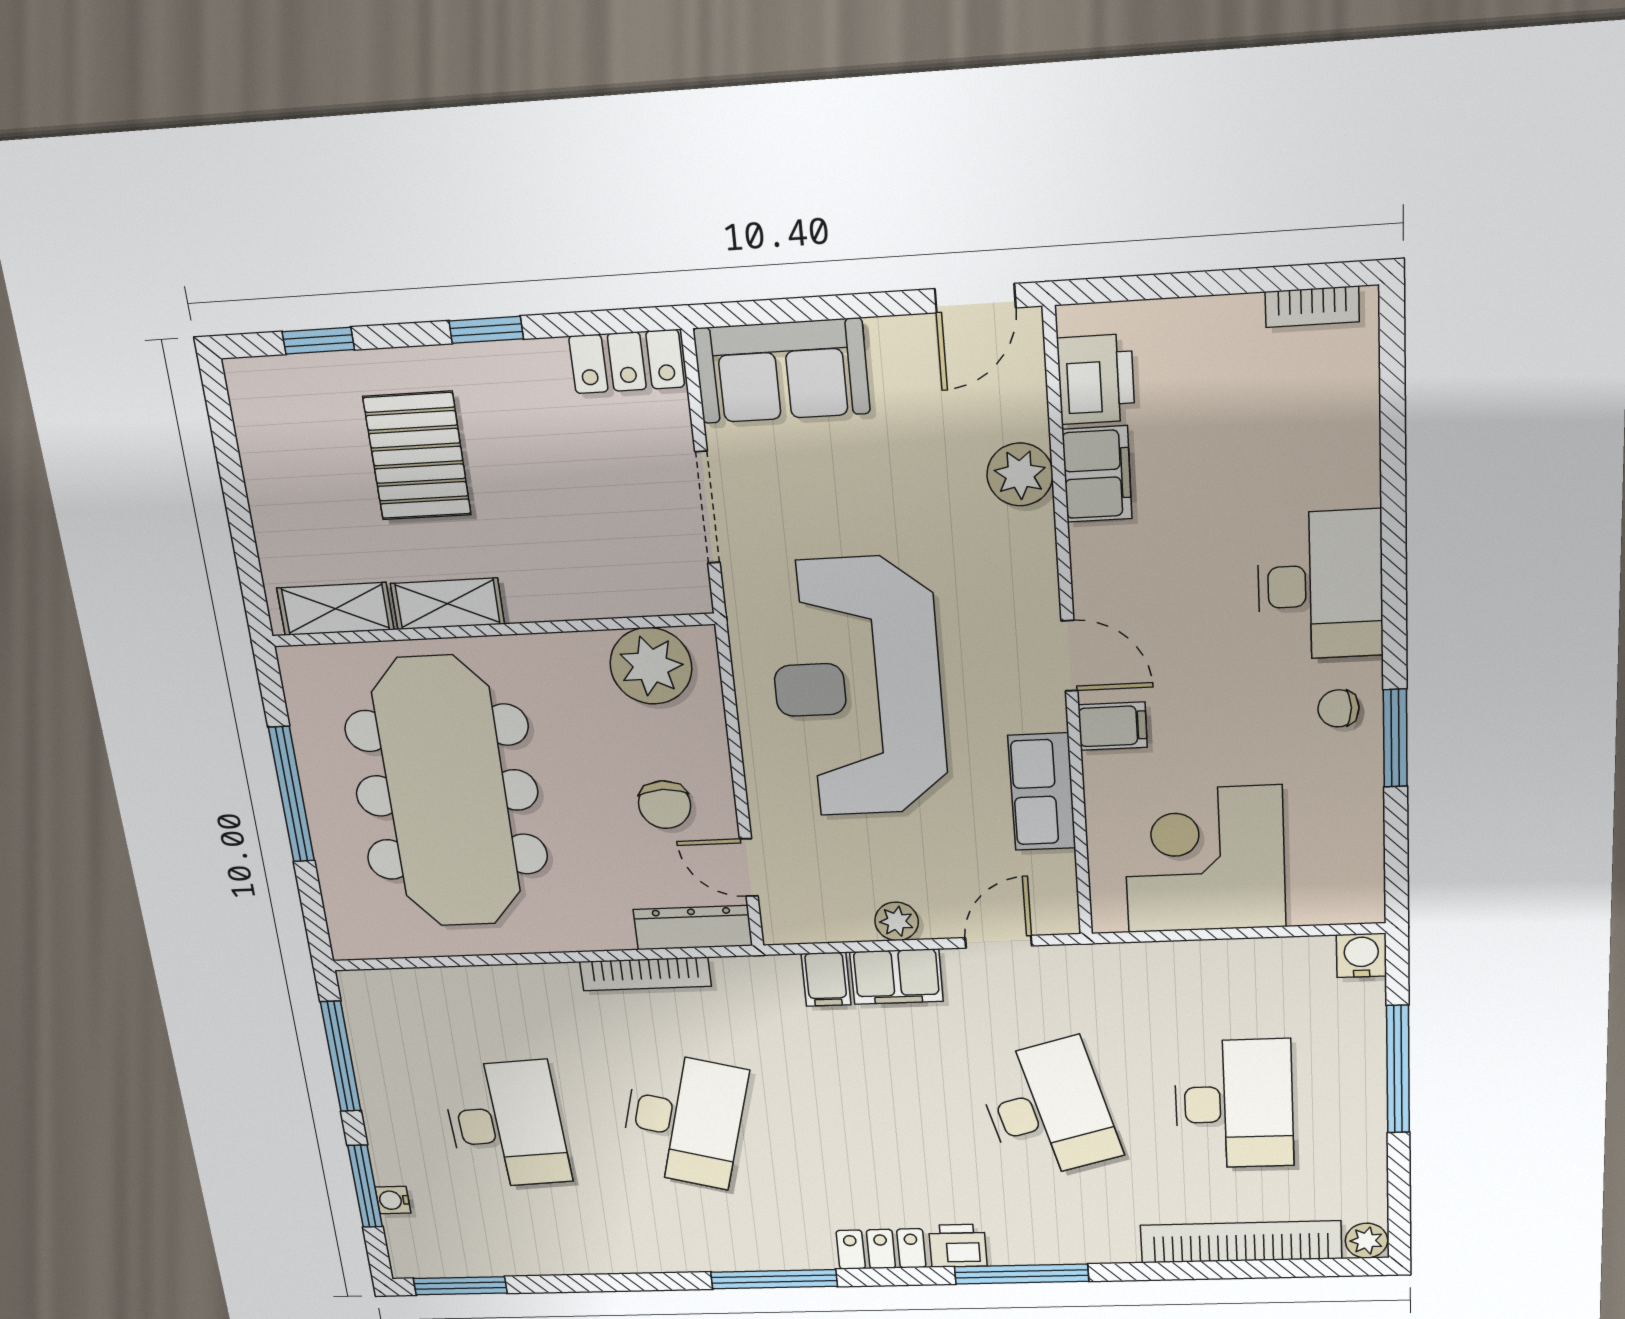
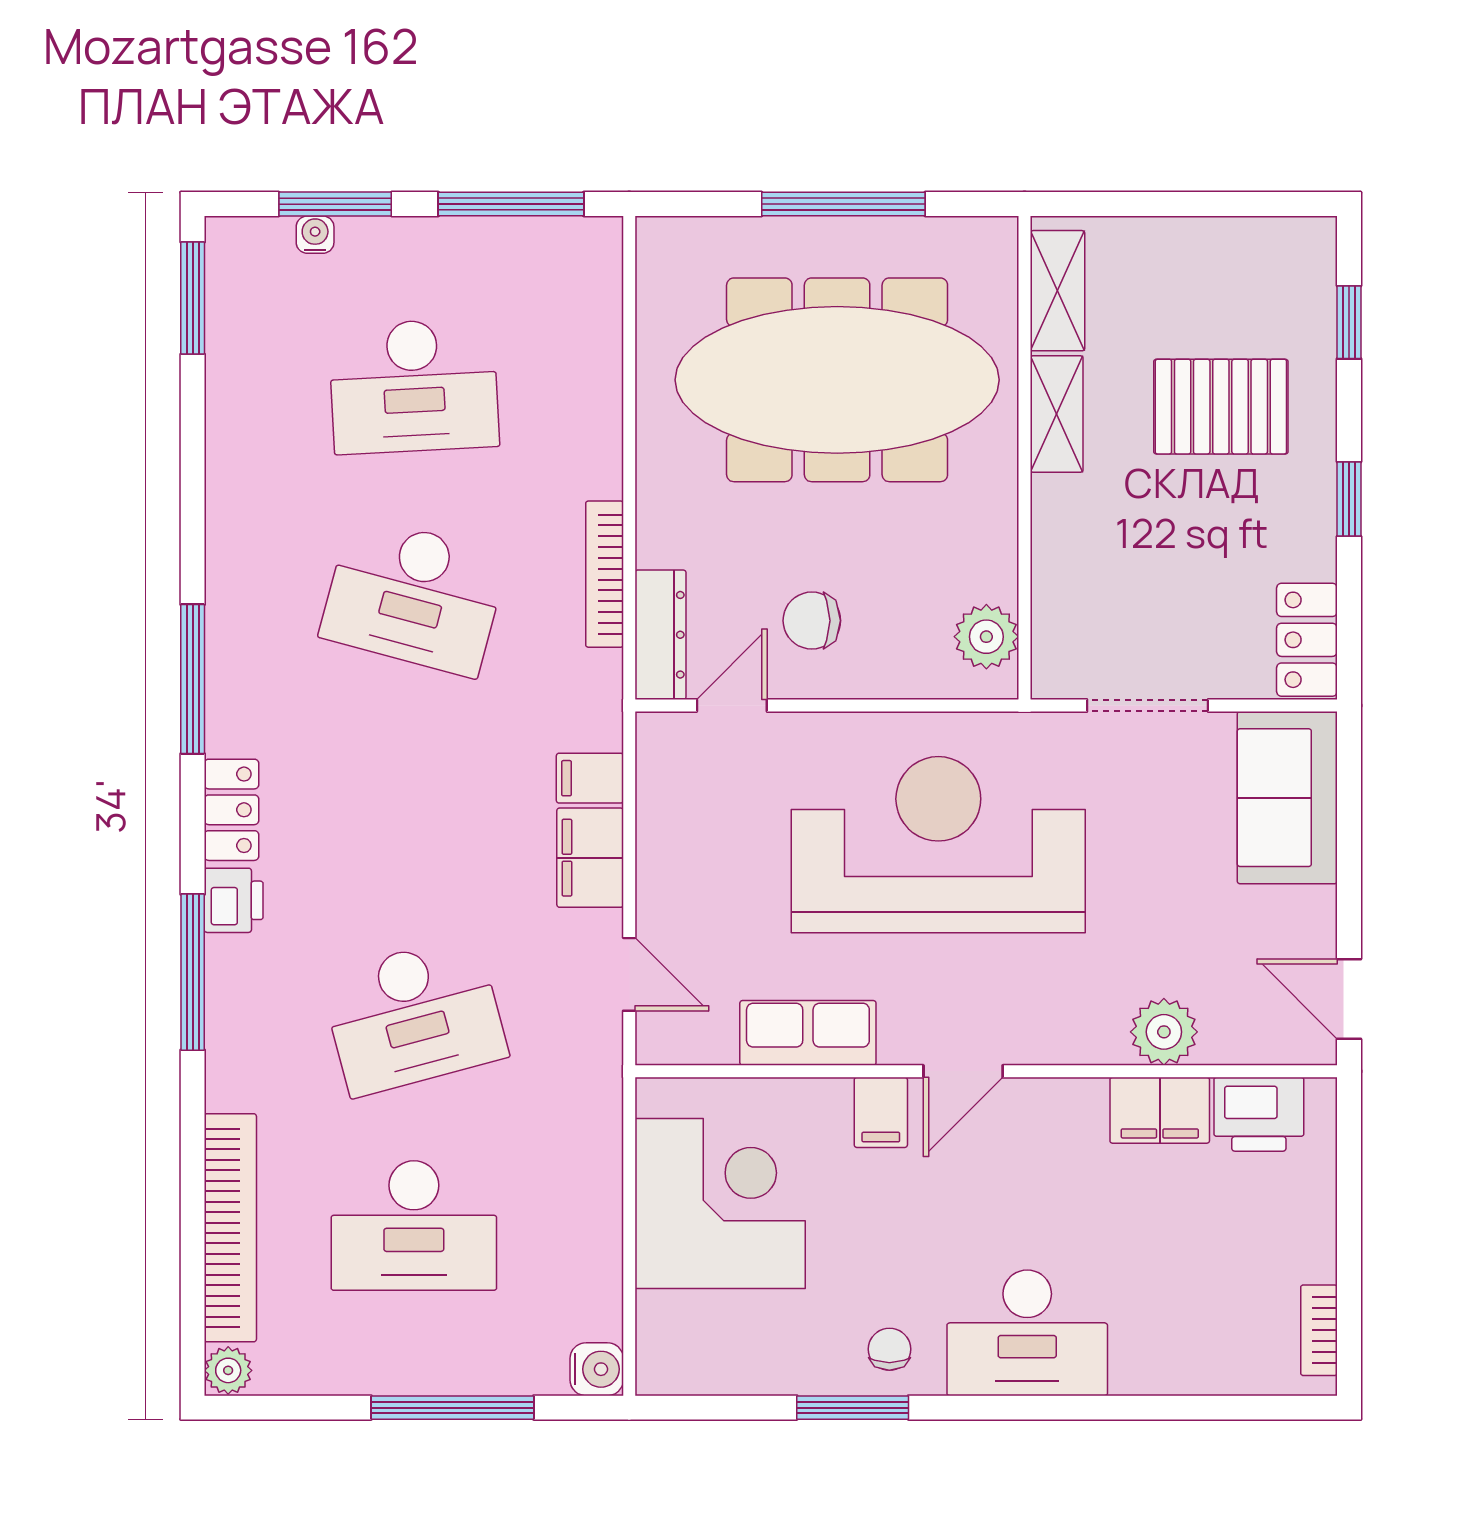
plant: (651, 666) -> (986, 637), width x0.73, depth x0.73
plant: (897, 921) -> (659, 863), removed

